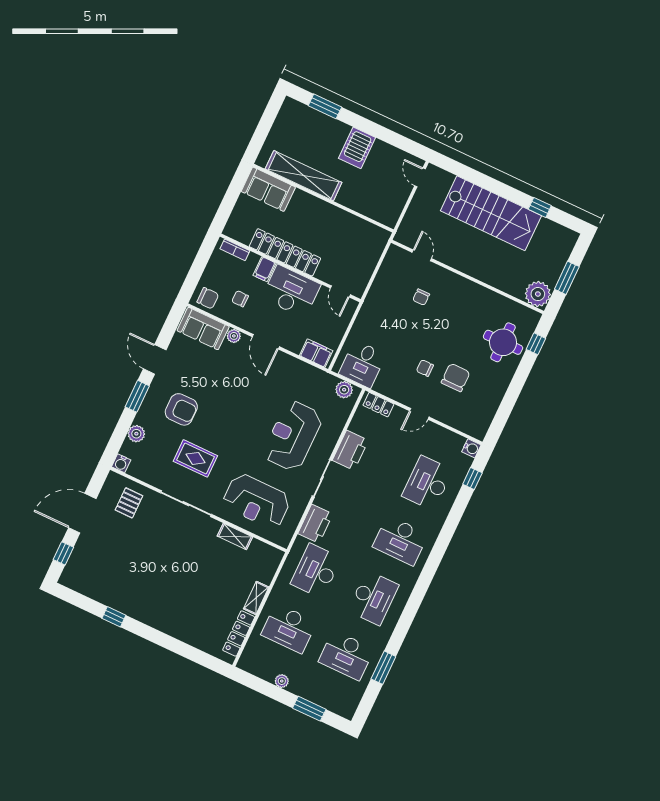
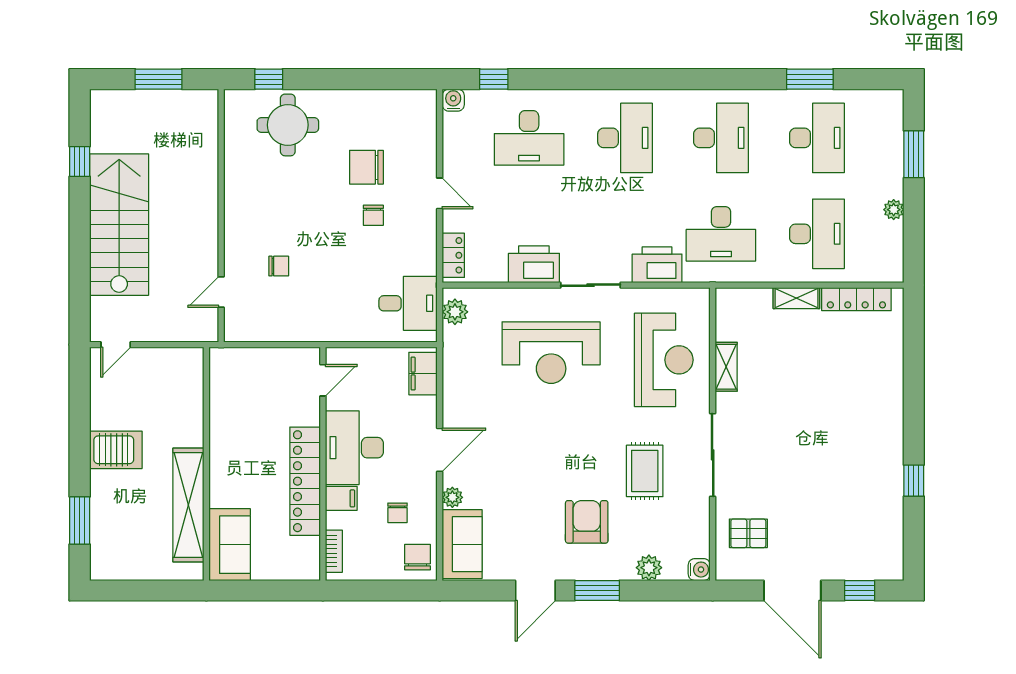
plant: (538, 294) -> (199, 108), removed
desk: (373, 598) -> (721, 138), turned 90

